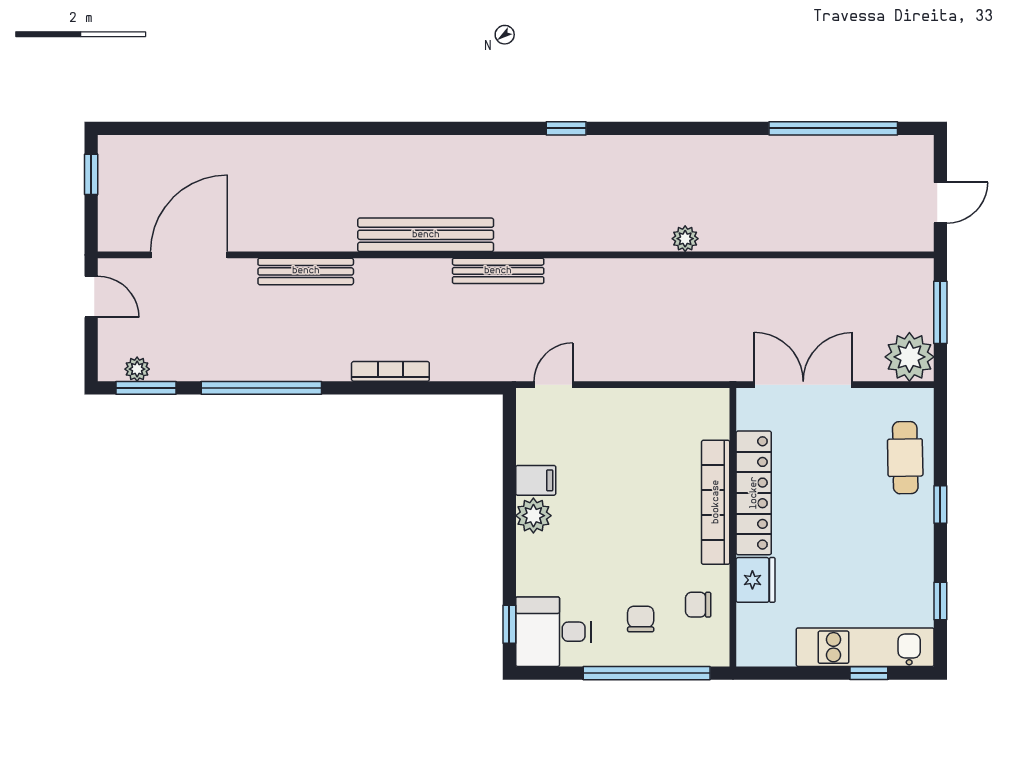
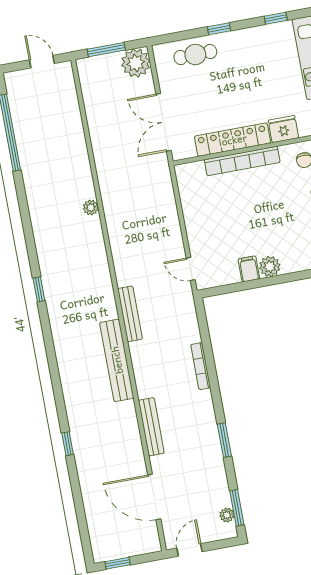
window: (303, 128) -> (68, 444), added
window: (261, 388) -> (224, 440), width x0.47

